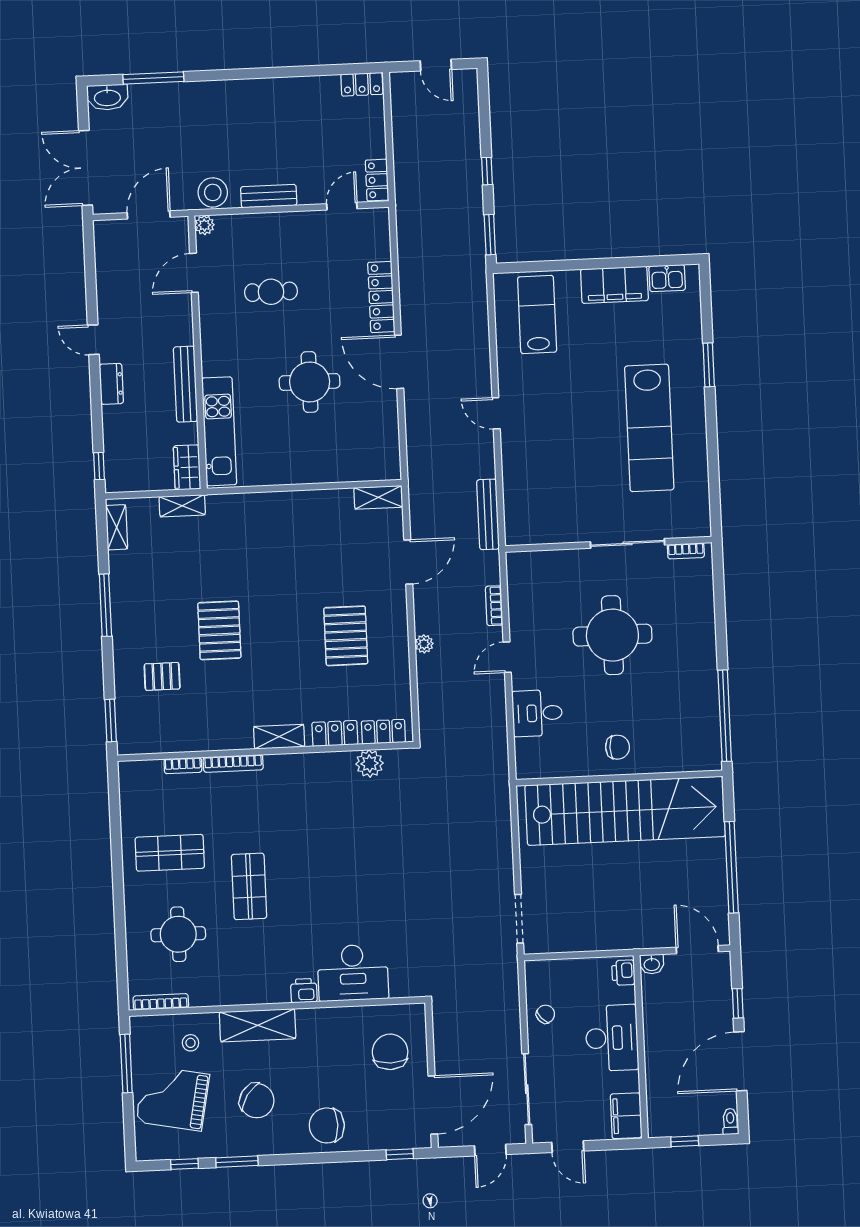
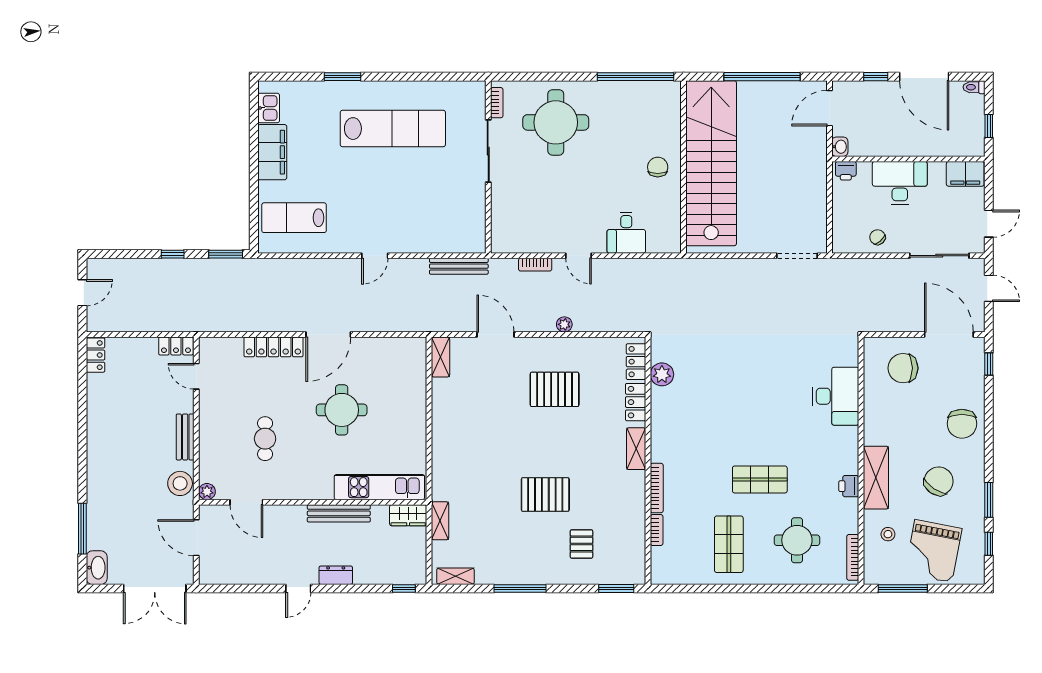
round table: (612, 635) -> (556, 122), moved
printer: (304, 991) -> (849, 486), moved

